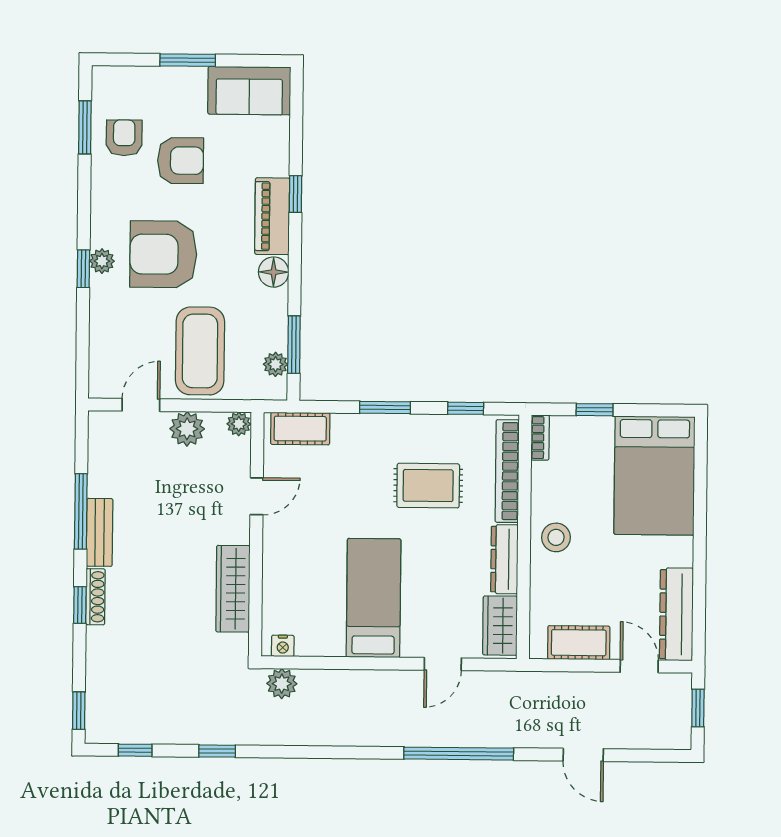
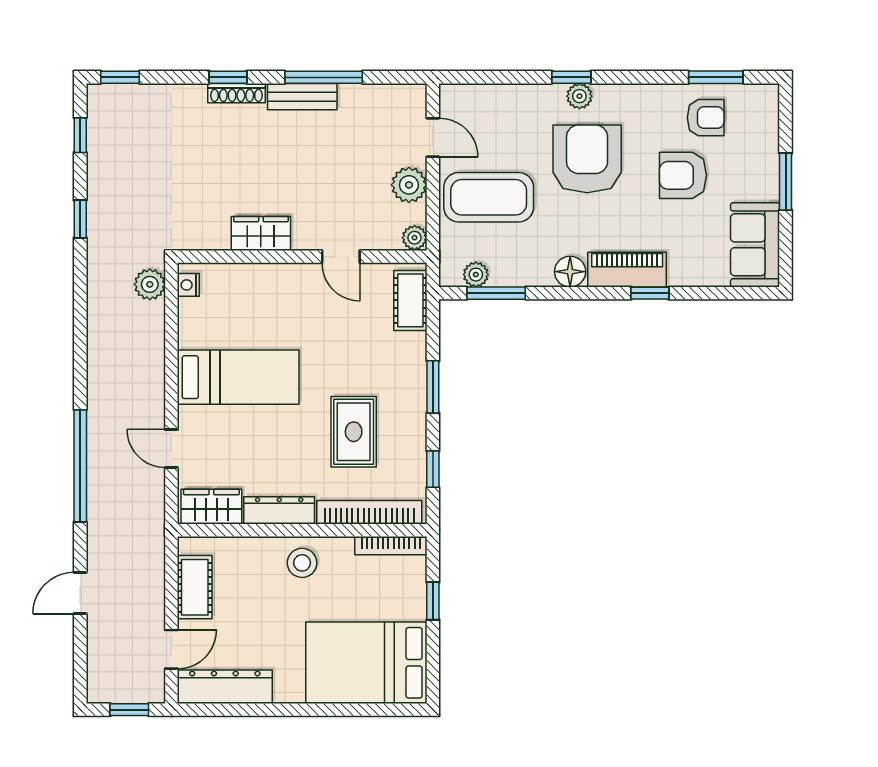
armchair: (181, 161) -> (683, 175), turned 90
bookcase: (540, 438) -> (391, 546), width x1.56
wardrobe: (233, 589) -> (261, 233), width x0.67

